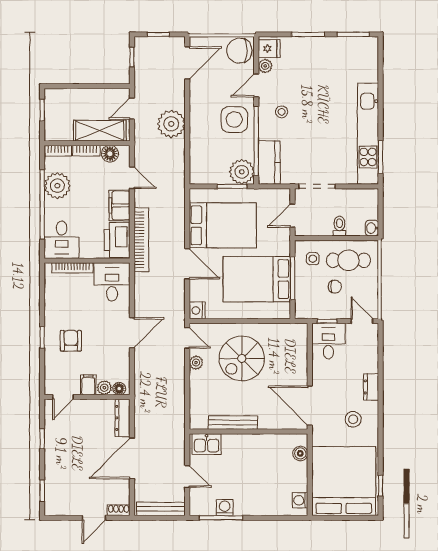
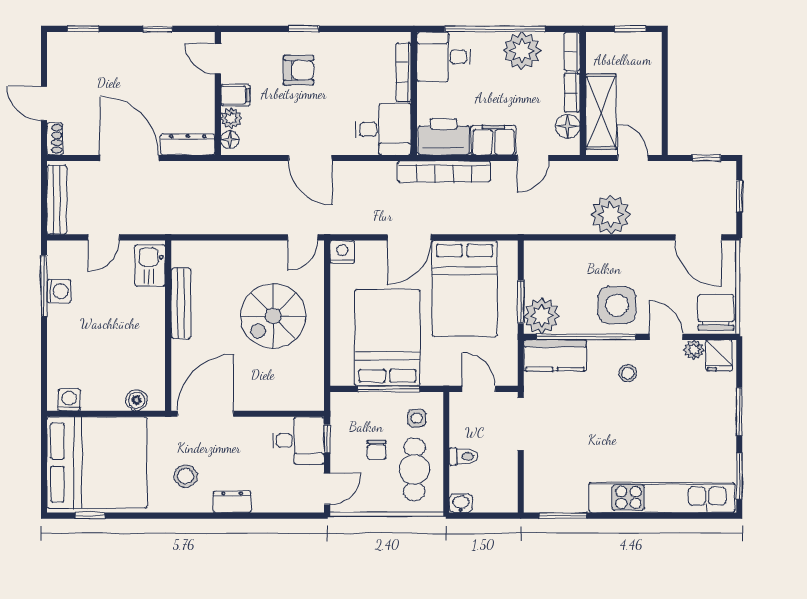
kitchen unit: (368, 134) -> (662, 498), moved
spiral stairs: (242, 359) -> (273, 316), turned -90
plant: (196, 363) -> (267, 250), removed

